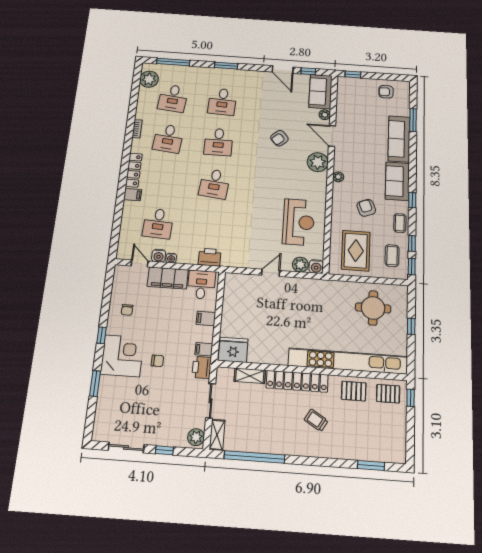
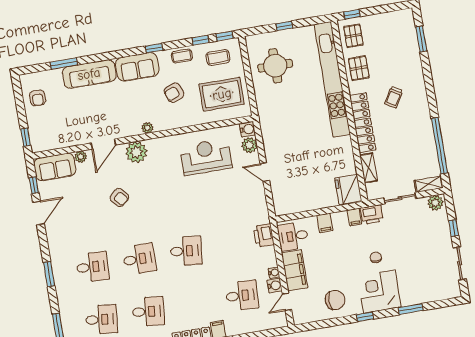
chair: (127, 310) -> (335, 300), width x1.87, depth x1.87

